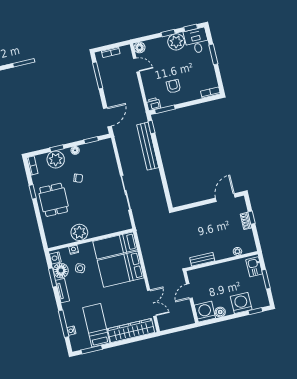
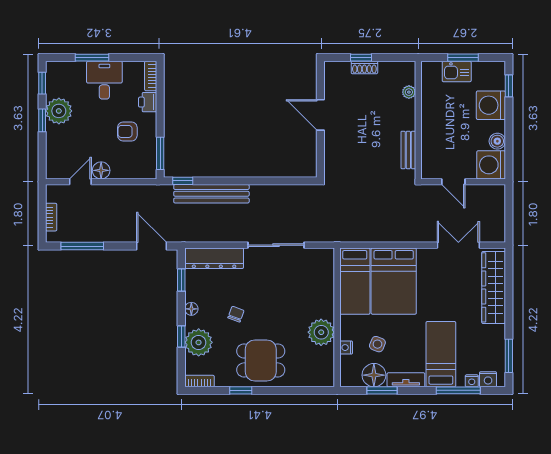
desk: (197, 41) -> (104, 80), moved, turned 90
floor lamp: (139, 48) -> (101, 170), moved
printer: (153, 104) -> (148, 102), moved
dresser: (109, 157) -> (214, 258), added
door: (225, 198) -> (320, 115), moved
nightstand: (55, 258) -> (488, 379), moved
kitchen sink: (254, 267) -> (457, 71), moved
bed: (96, 325) -> (441, 354), moved, turned 90

